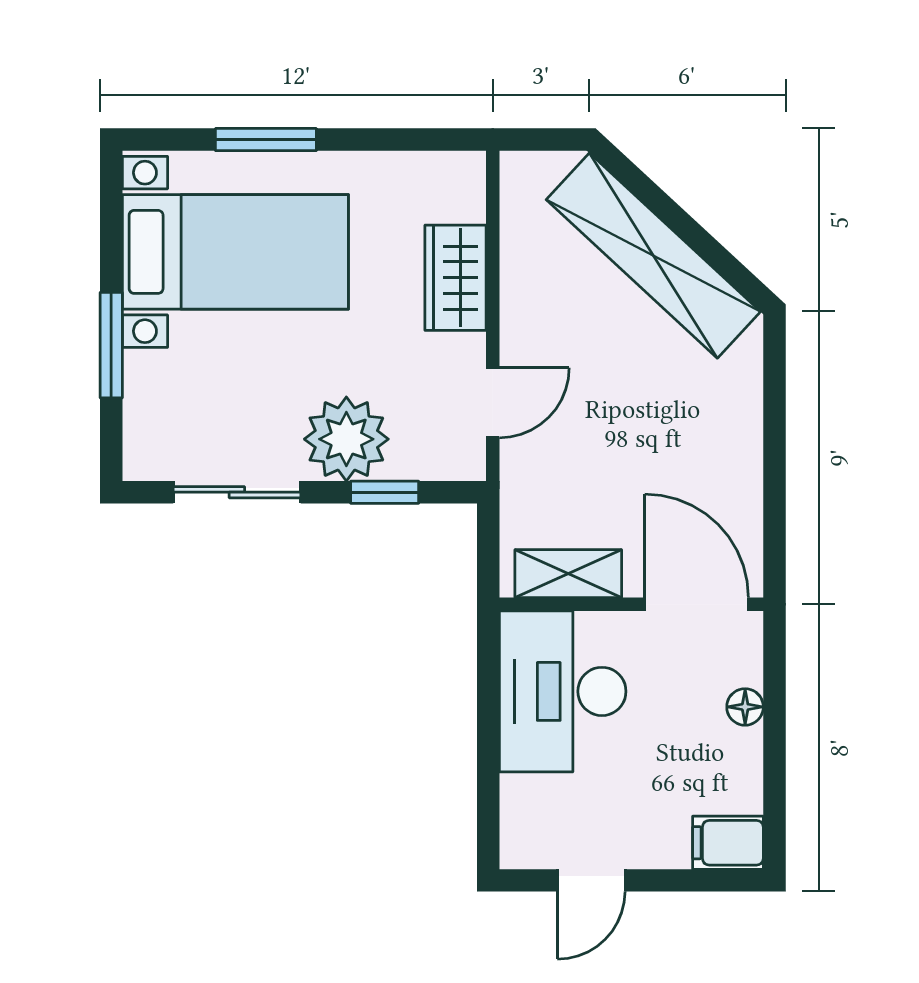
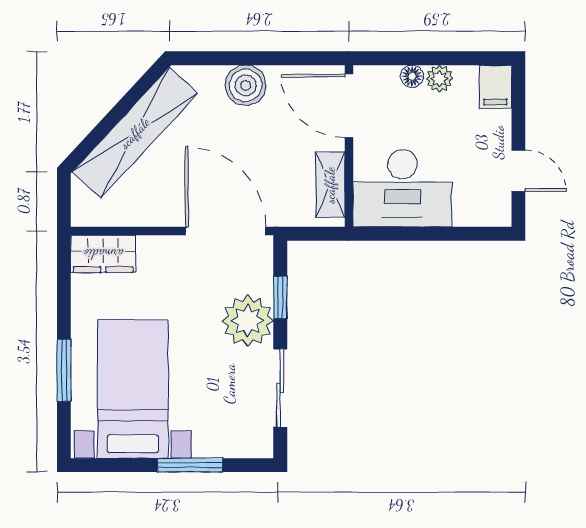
wardrobe: (456, 278) -> (103, 254), moved
door: (493, 403) -> (225, 231), width x1.87
boiler: (730, 436) -> (246, 85), added
door: (697, 604) -> (349, 106), hinge flipped
plant: (741, 752) -> (439, 79), added

